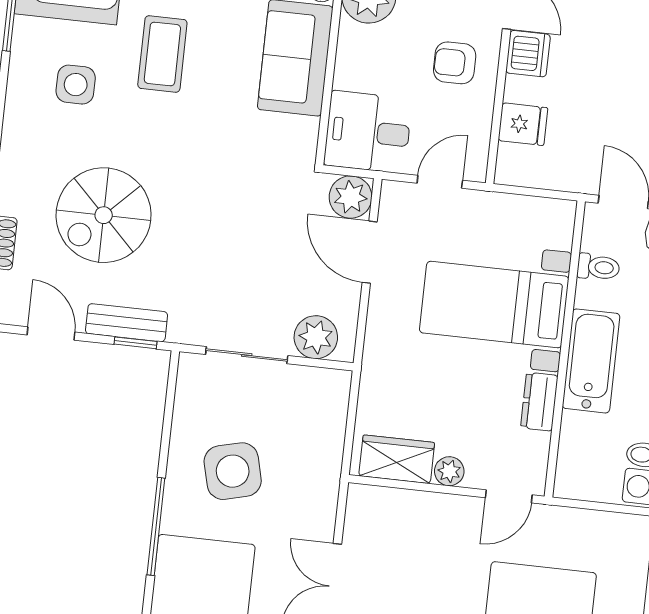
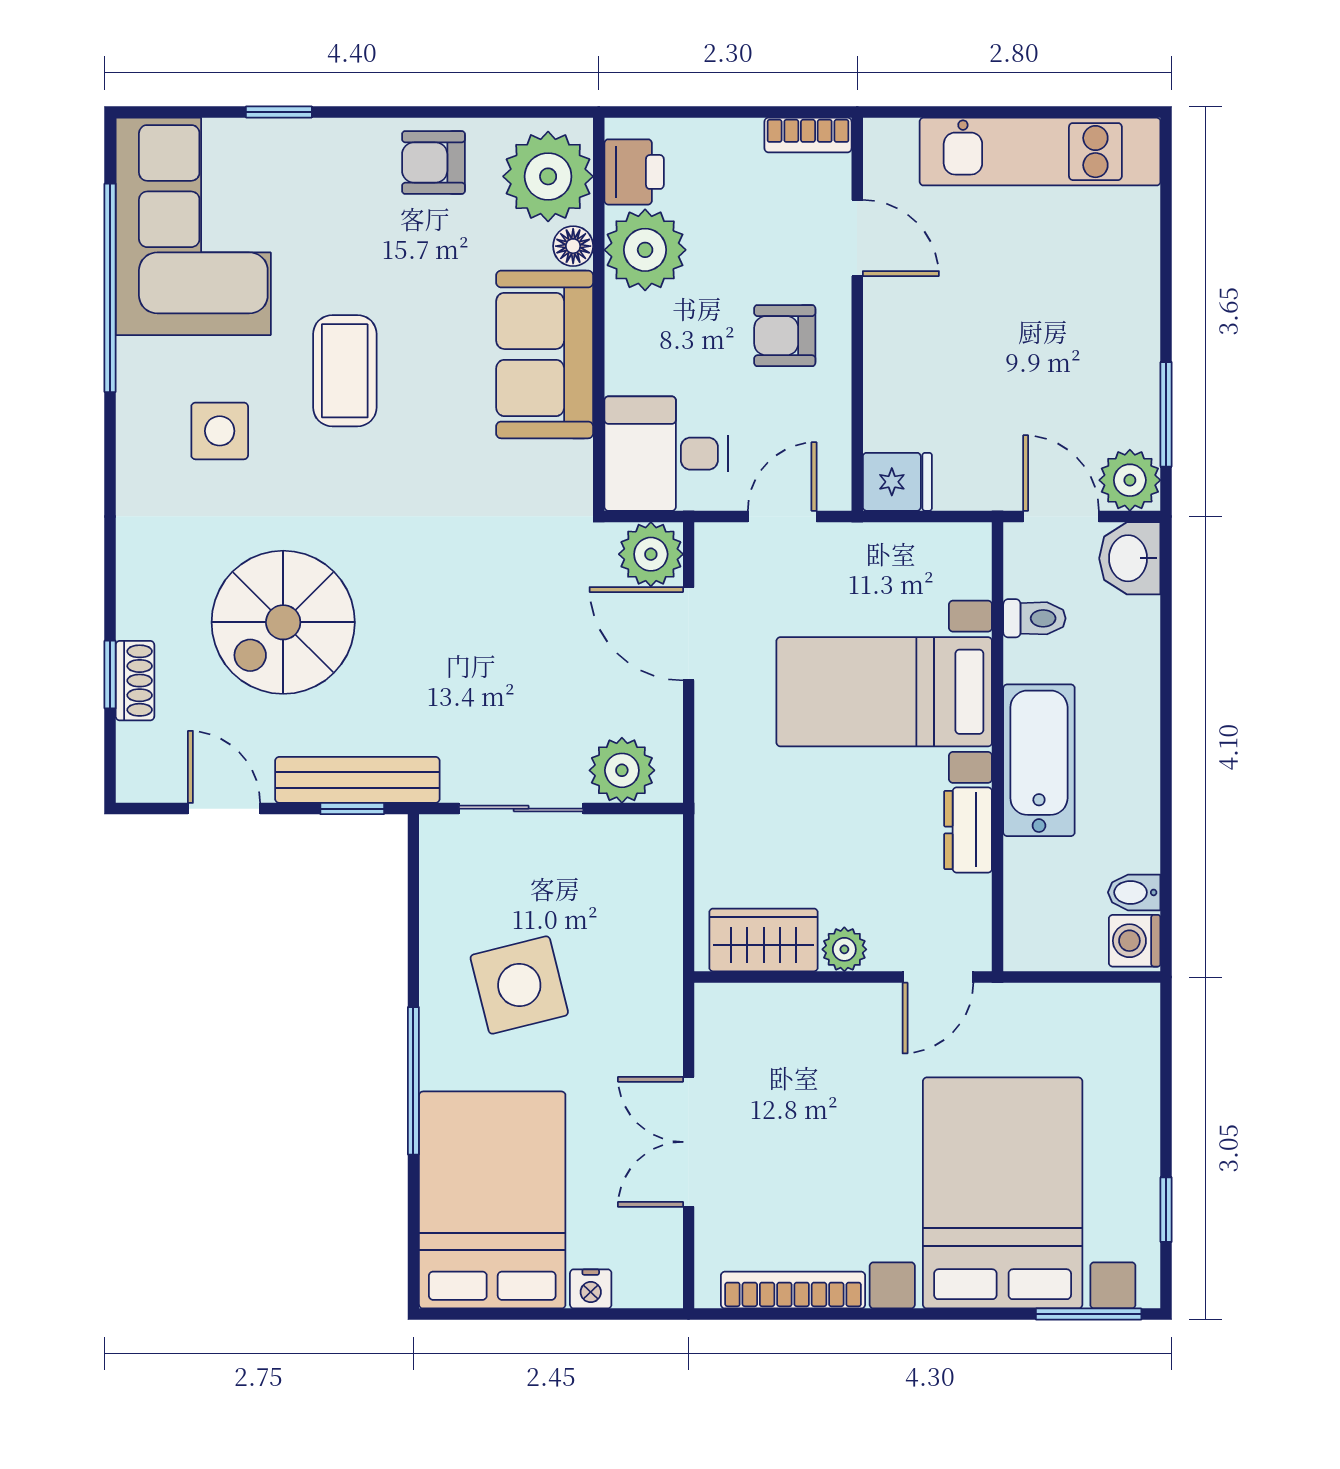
dishwasher: (528, 54) -> (893, 310), removed
fridge: (523, 124) -> (897, 482), moved
bench: (127, 323) -> (357, 780), width x1.36

